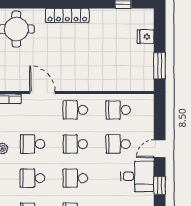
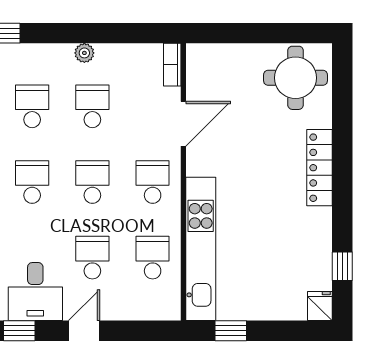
fridge: (146, 37) -> (320, 306), moved
window: (160, 66) -> (231, 331), width x0.67
kitchen unit: (113, 83) -> (201, 249), added
door: (160, 149) -> (84, 331), hinge flipped

